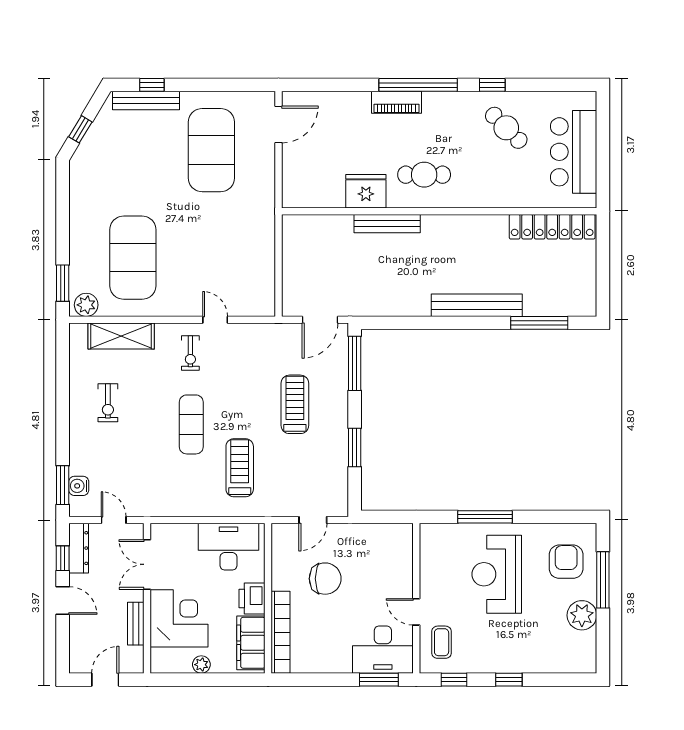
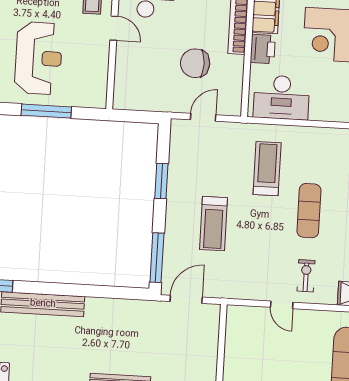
treadmill: (240, 468) -> (267, 169), turned 180

